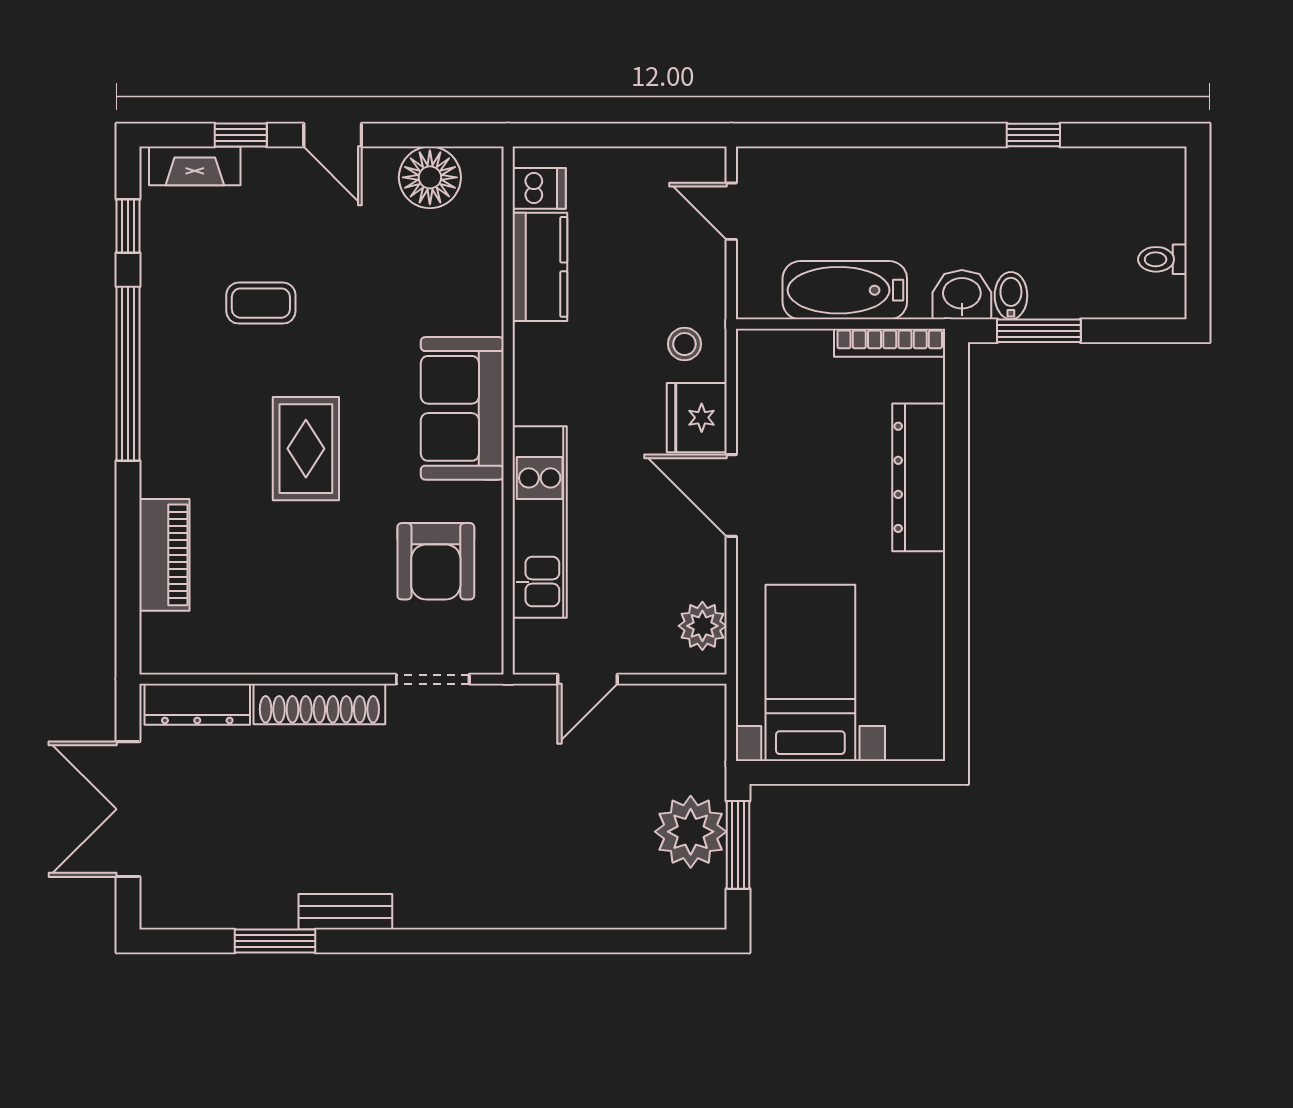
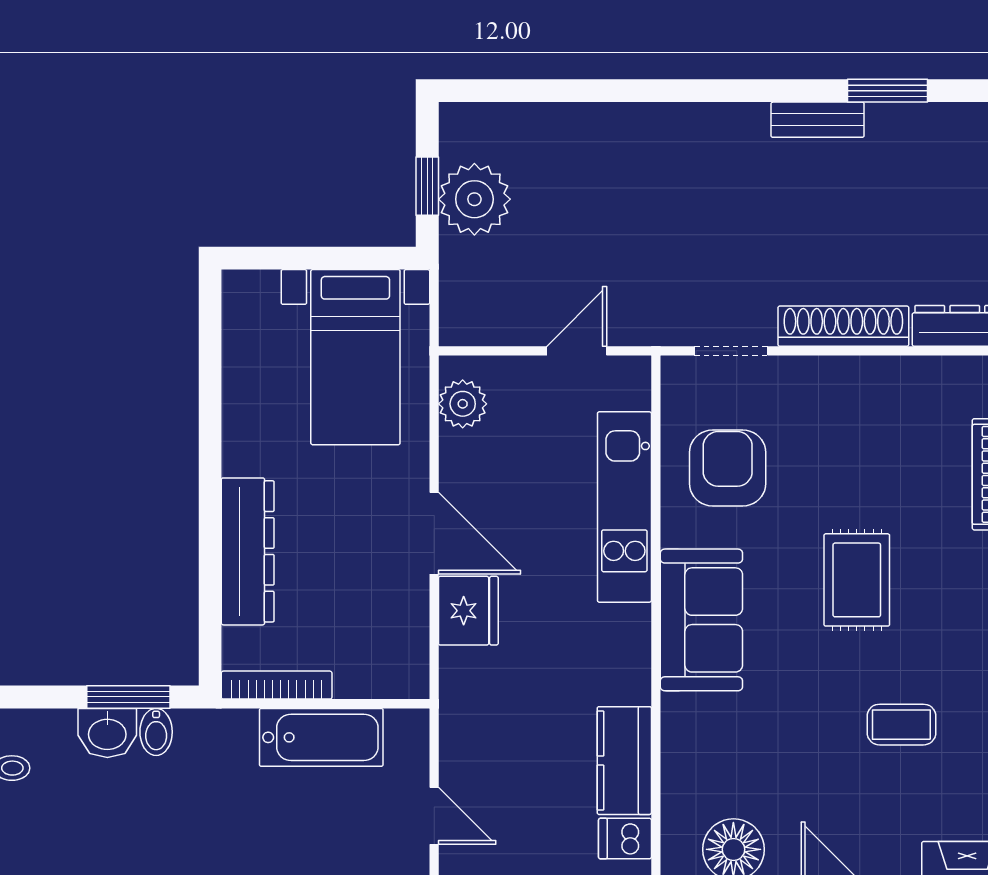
washbasin: (962, 295) -> (107, 733), moved
stool: (684, 344) -> (481, 684), removed
window: (738, 845) -> (427, 186), width x0.67

